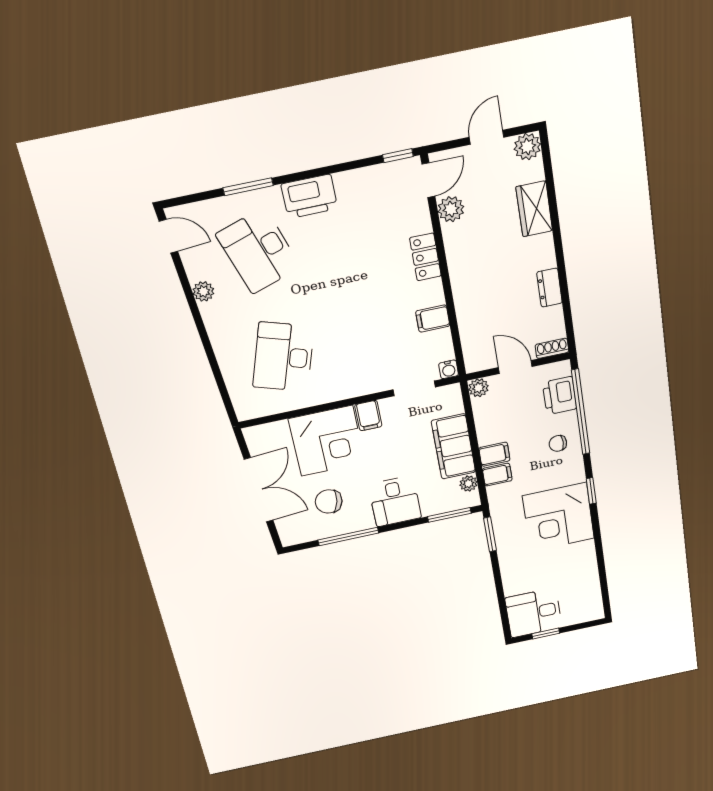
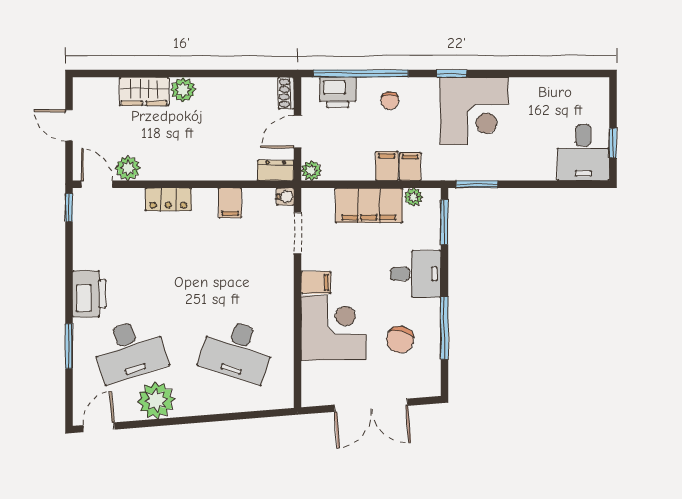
plant: (527, 147) -> (183, 90), moved
dresser: (549, 288) -> (276, 170), moved, turned 180
plant: (203, 291) -> (156, 400), width x1.88, depth x1.88
double door: (259, 490) -> (371, 405), swing flipped

